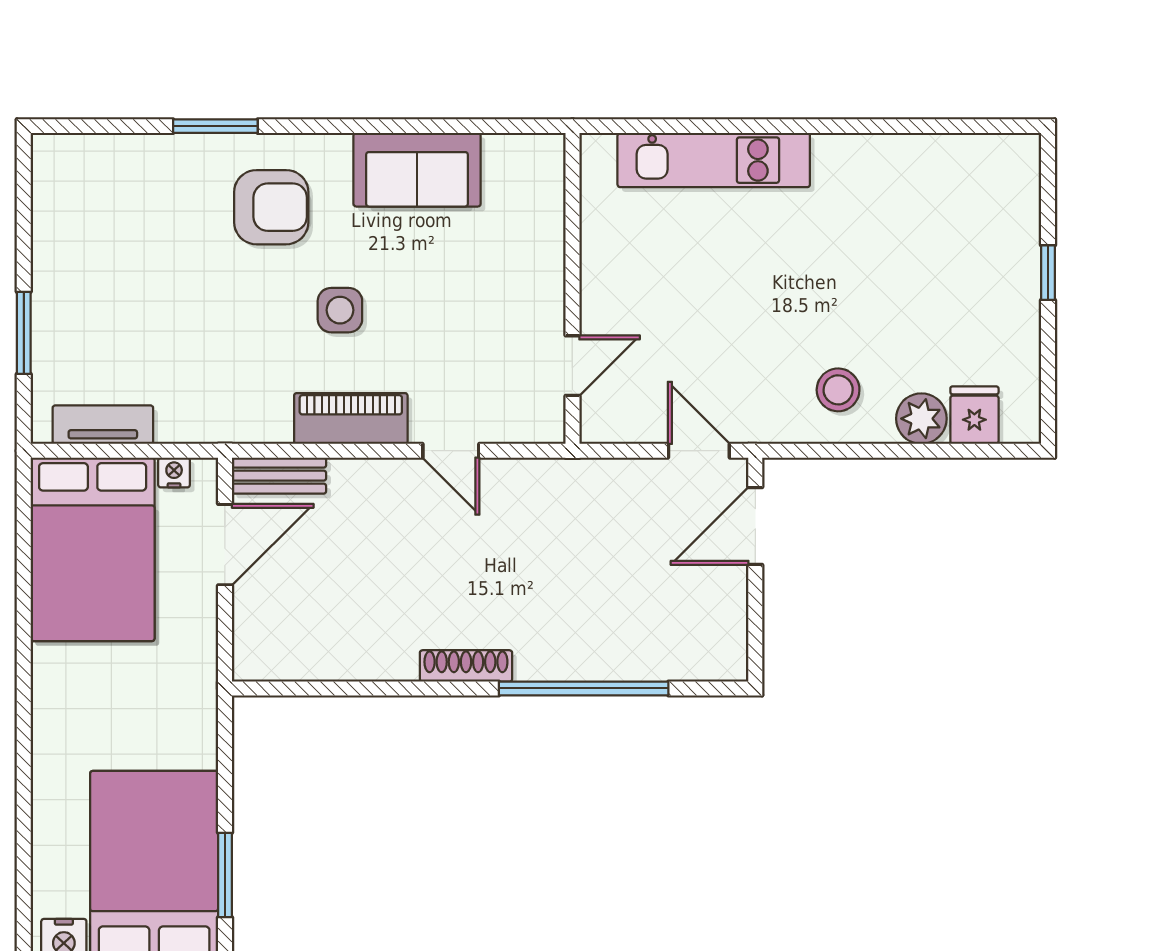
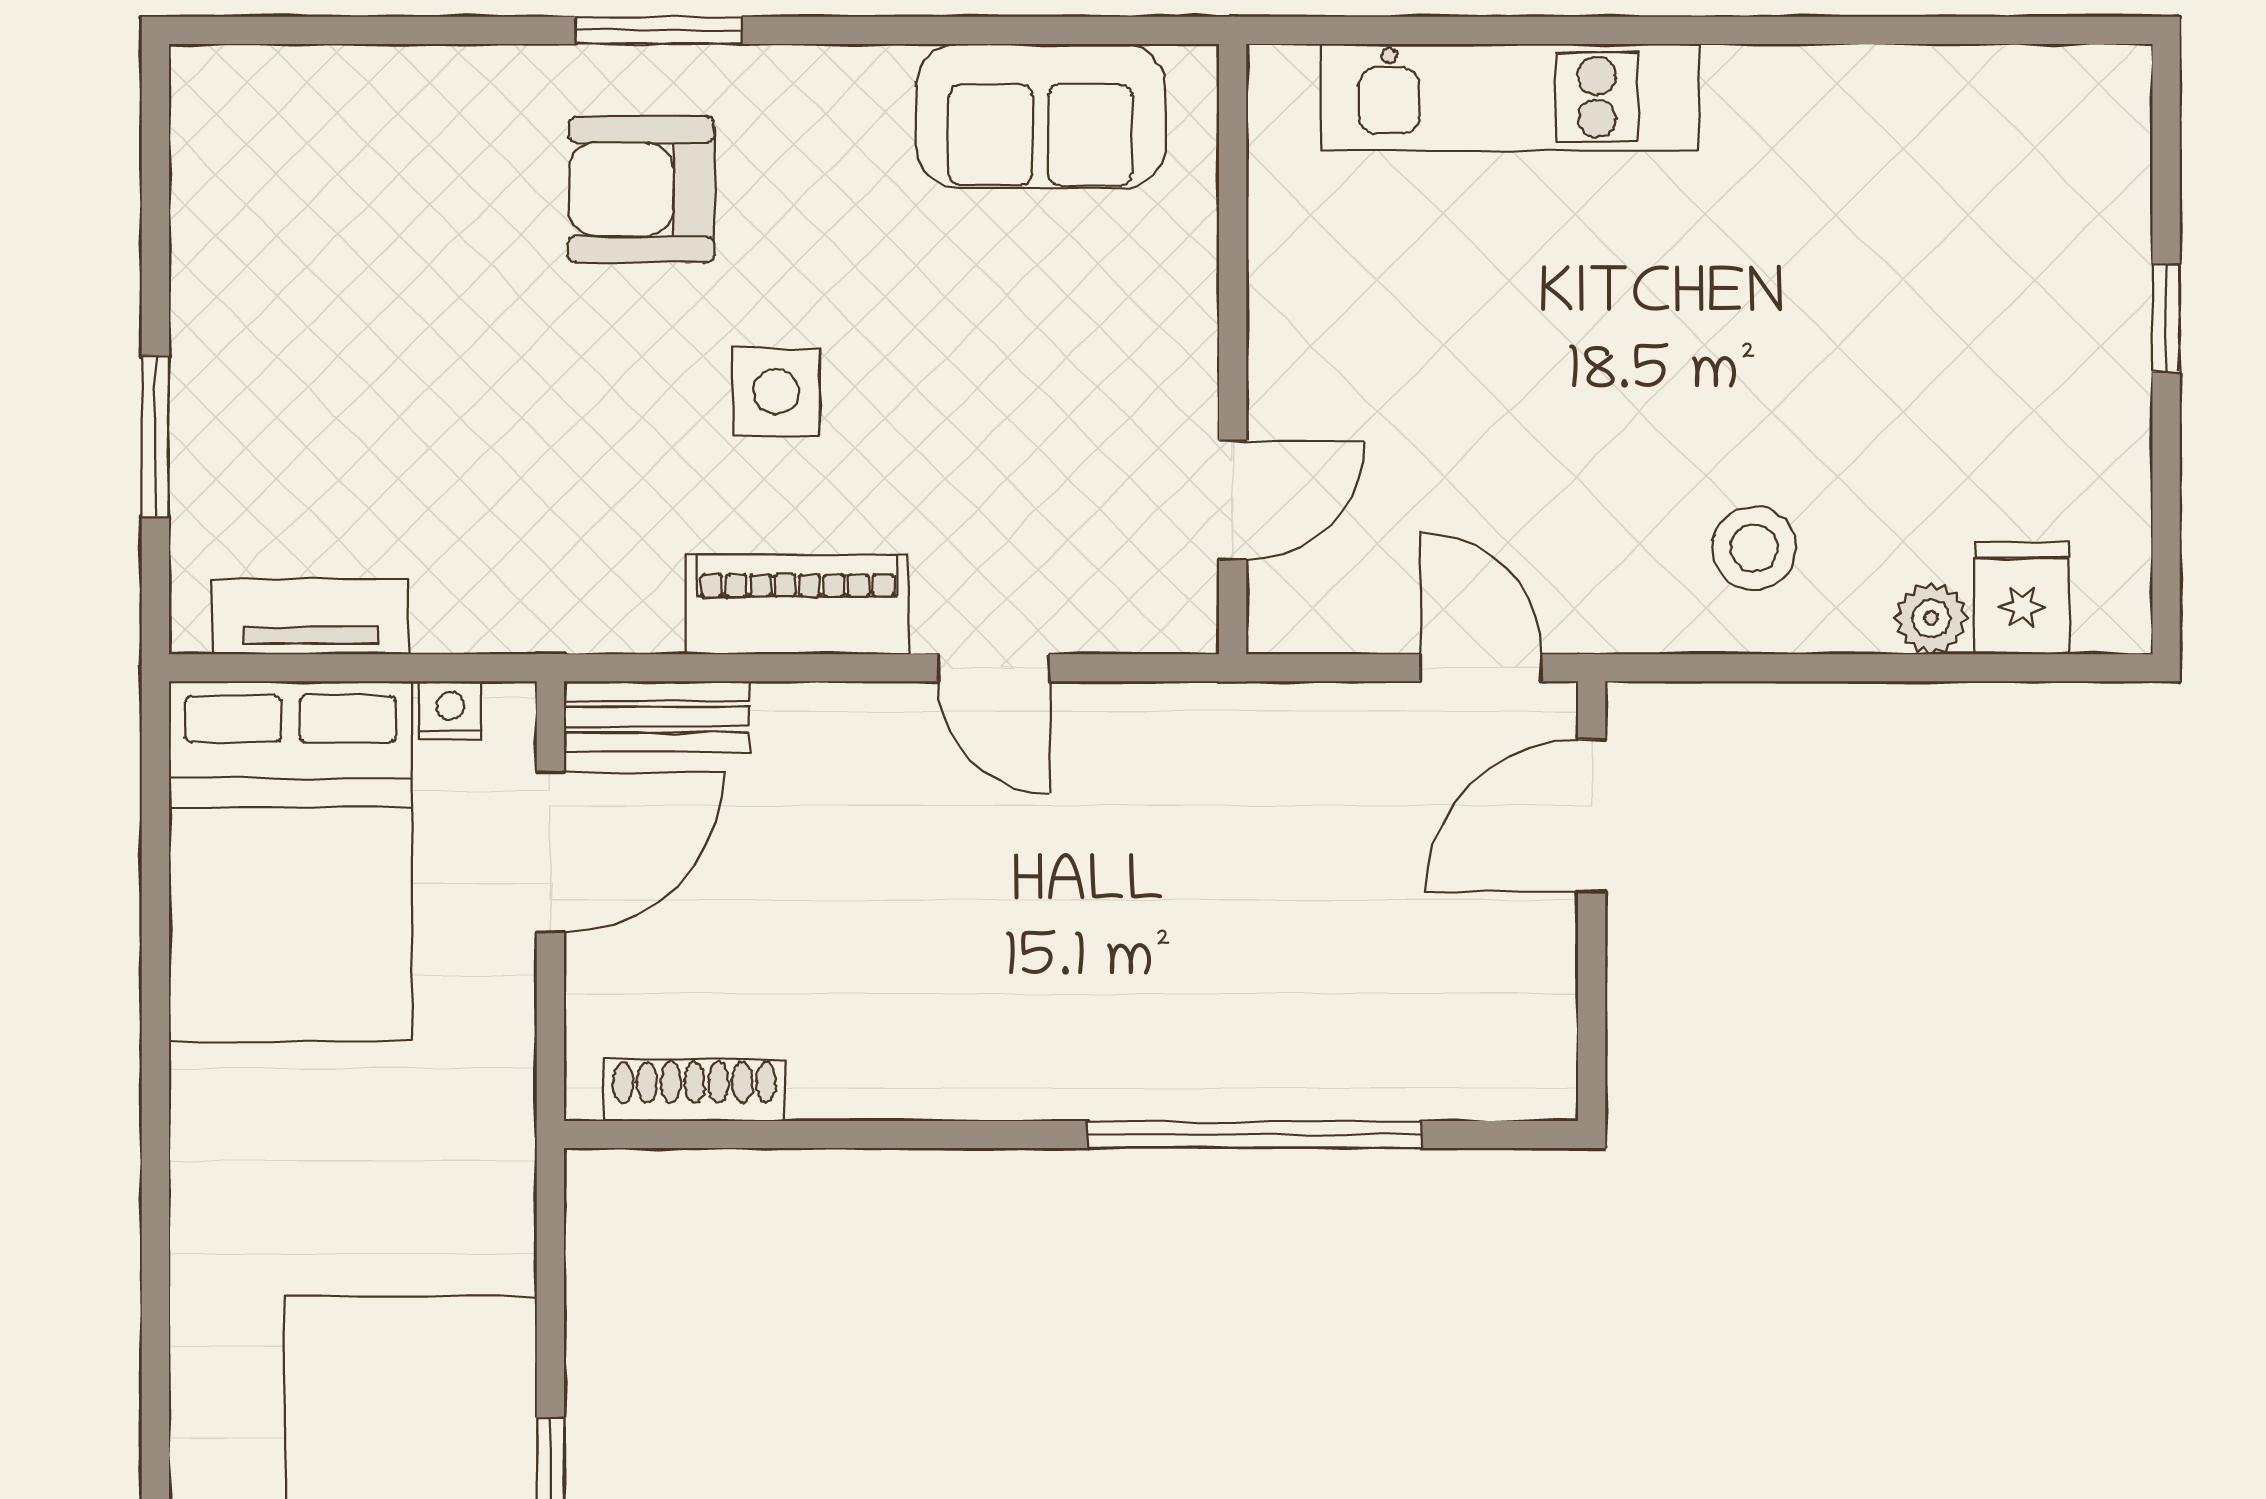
window: (215, 126) -> (658, 30), moved
sofa: (417, 170) -> (1041, 116), moved
armchair: (271, 207) -> (641, 190), turned 180
plant: (921, 419) -> (1931, 618), width x0.73, depth x0.73
shoe rack: (466, 666) -> (695, 1090), moved

